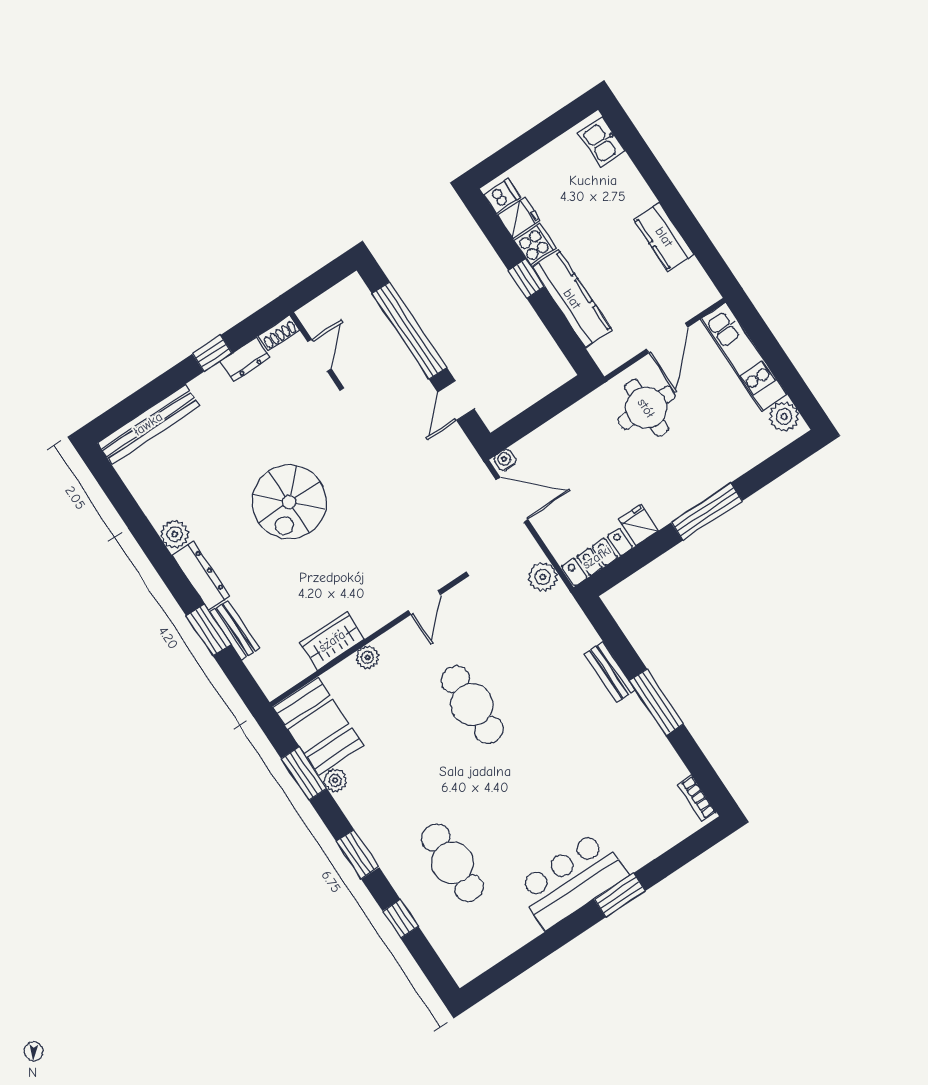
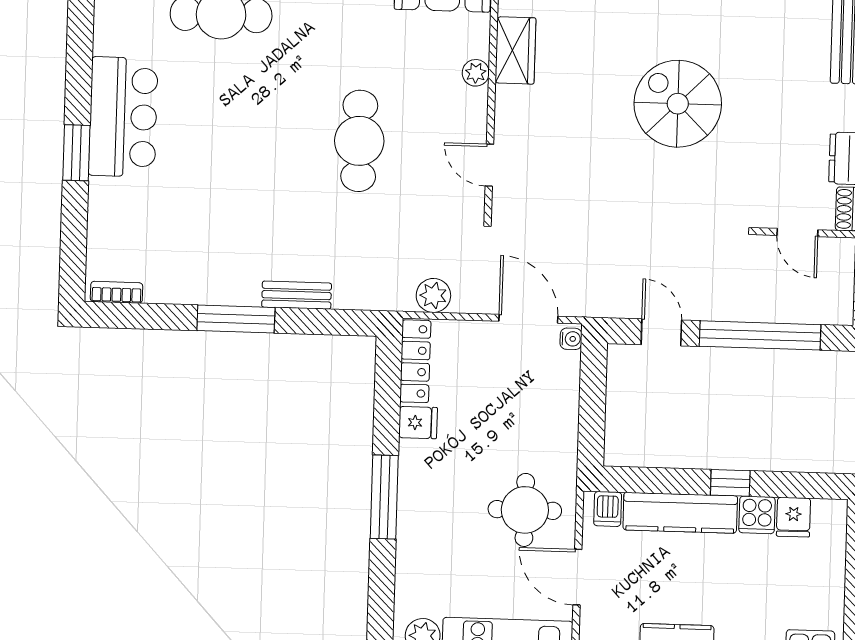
dishwasher: (502, 196) -> (608, 509), moved
door: (512, 500) -> (528, 319), swing flipped
cafe table: (472, 705) -> (359, 141), turned 90

